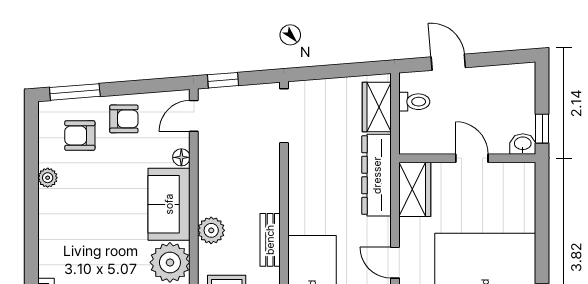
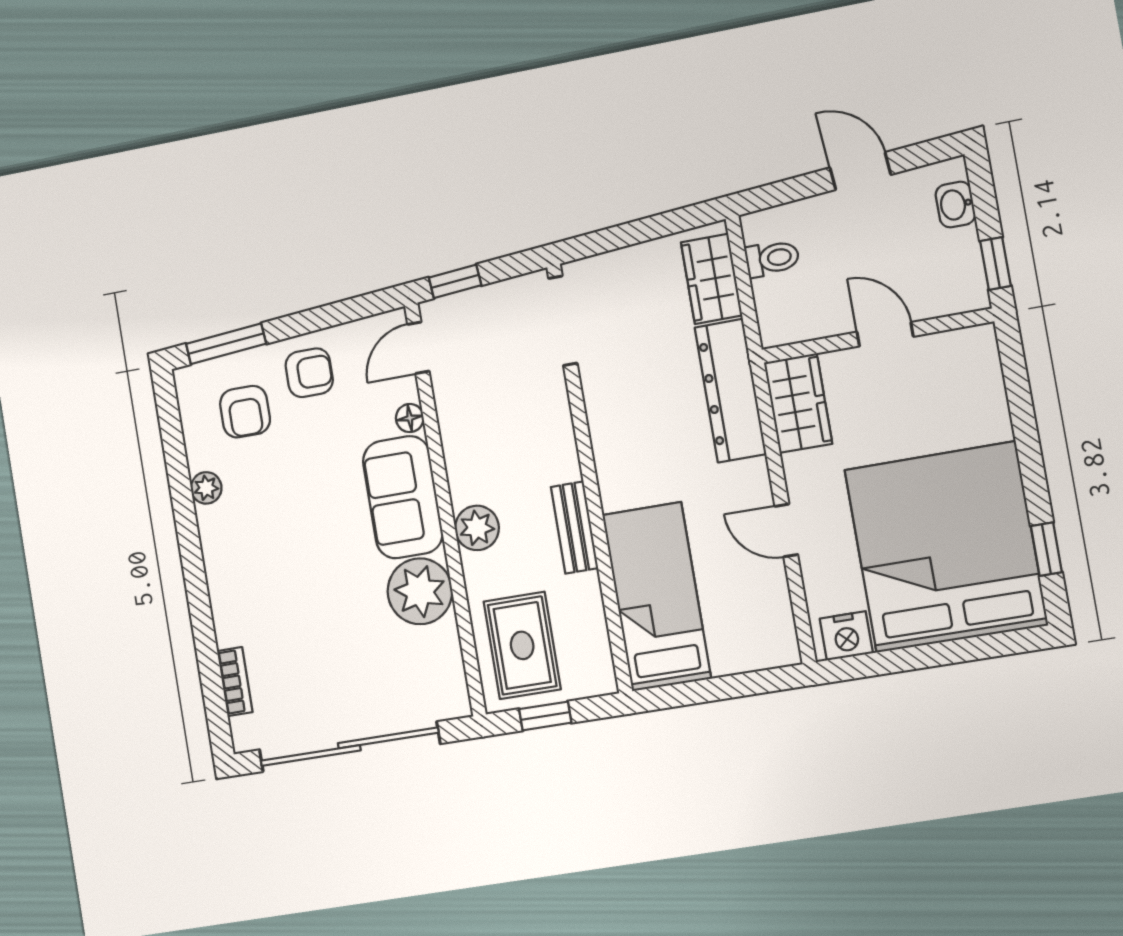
door: (448, 62) -> (860, 171), moved
armchair: (80, 135) -> (245, 412), turned -90
washbasin: (523, 144) -> (955, 205), moved, turned -90

